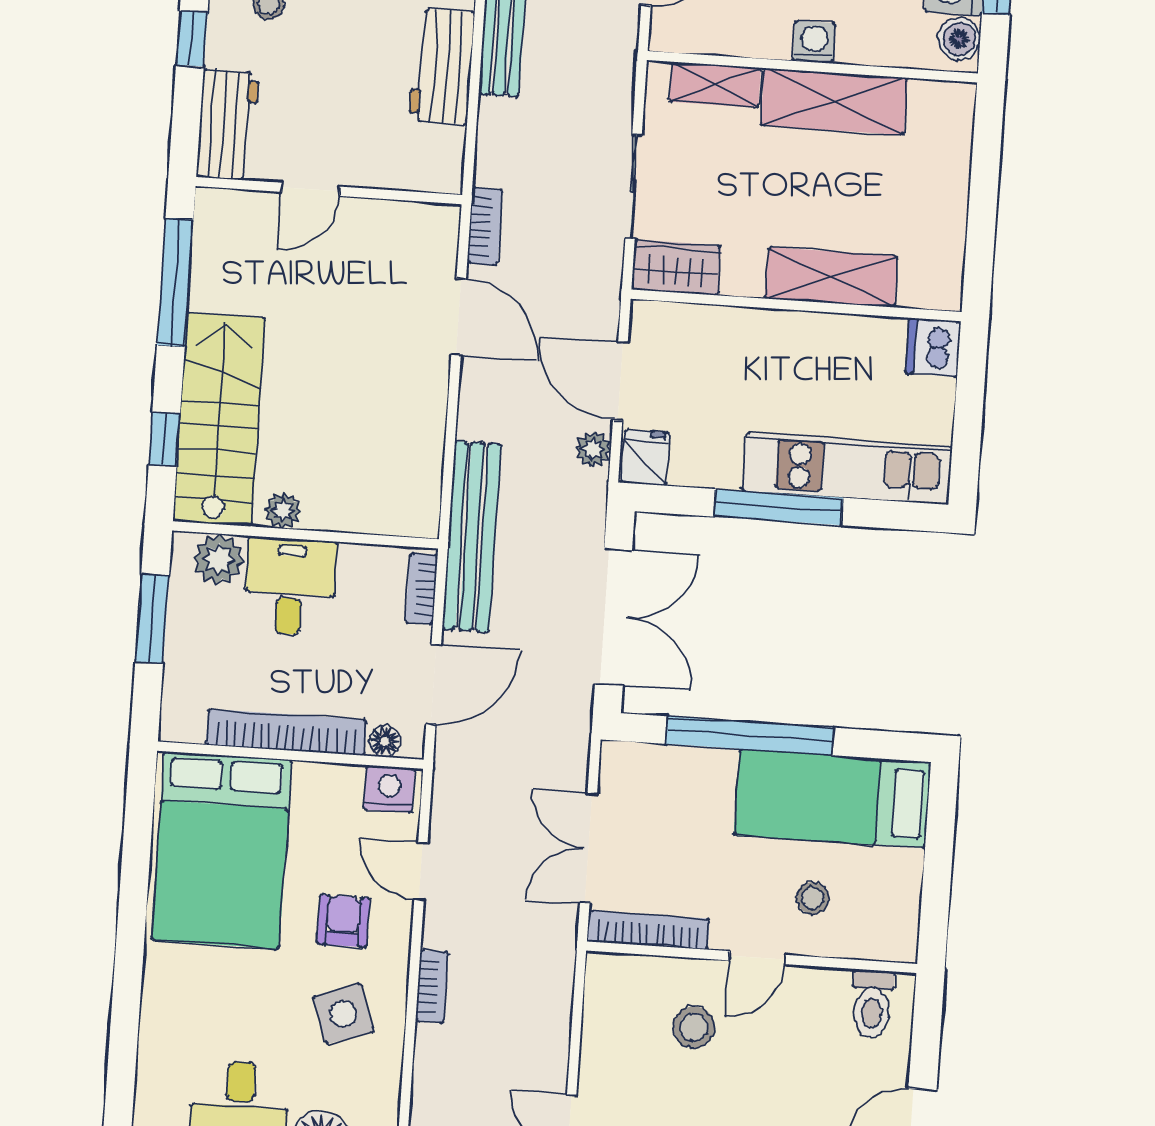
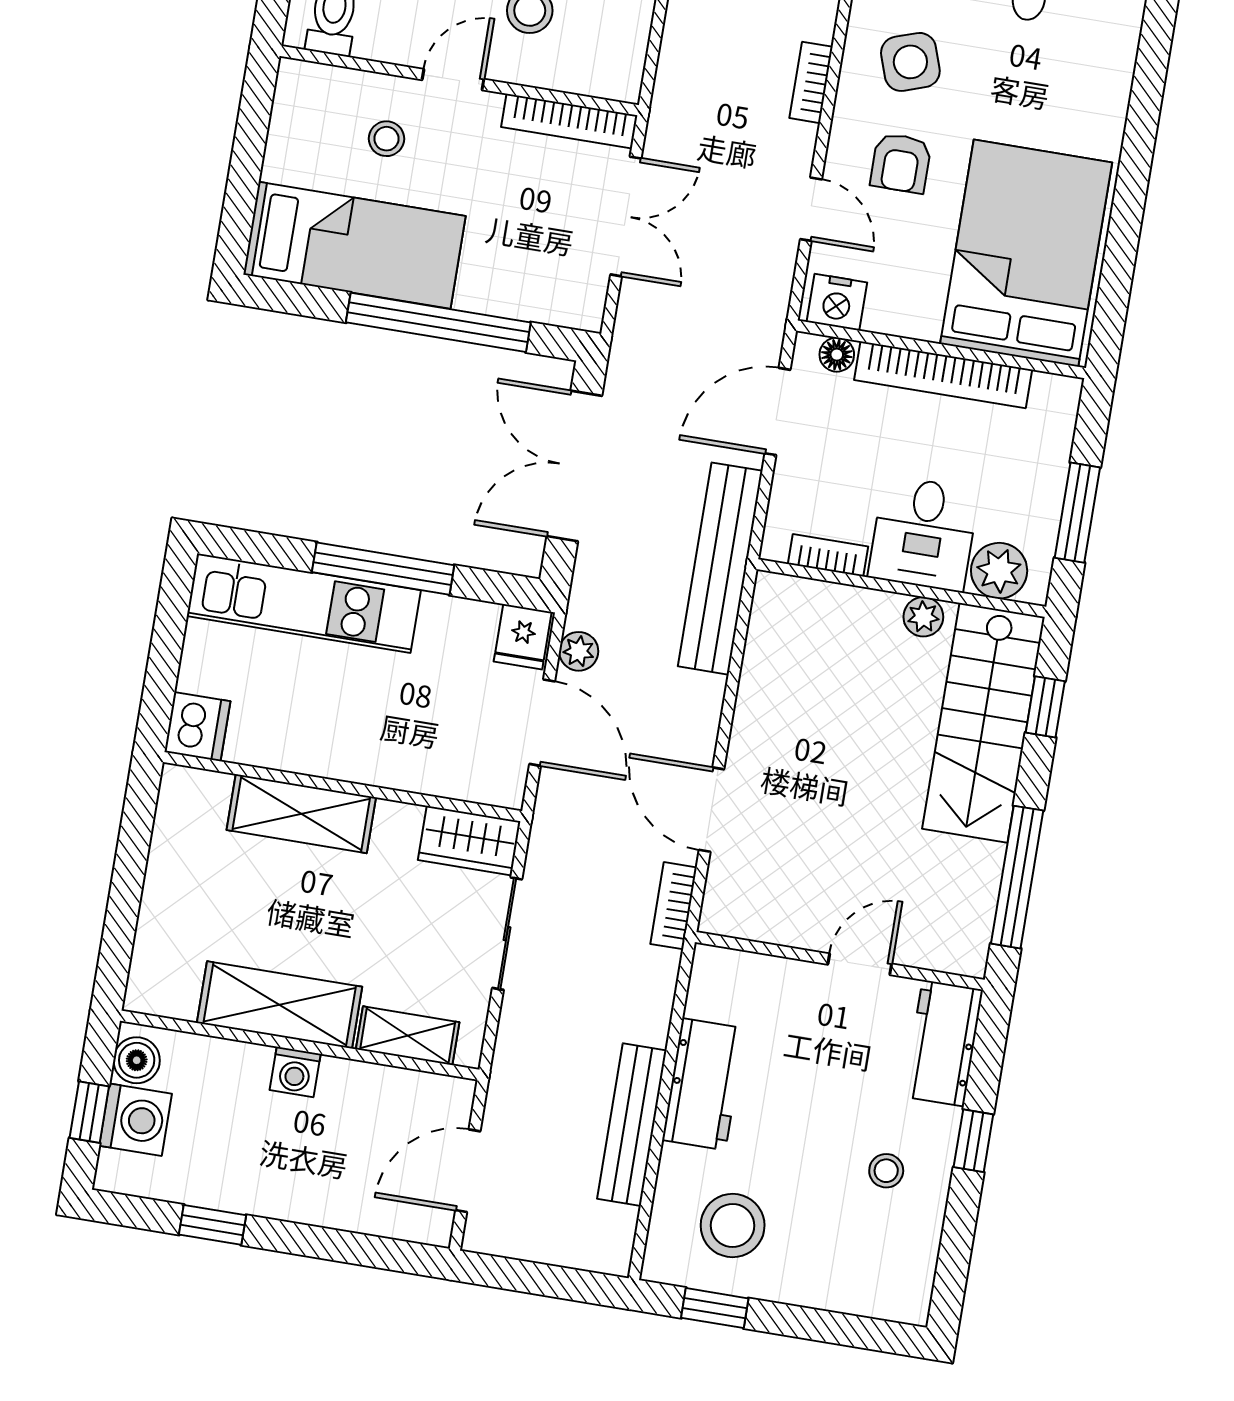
bookcase: (422, 589) -> (828, 555), moved, turned -90

